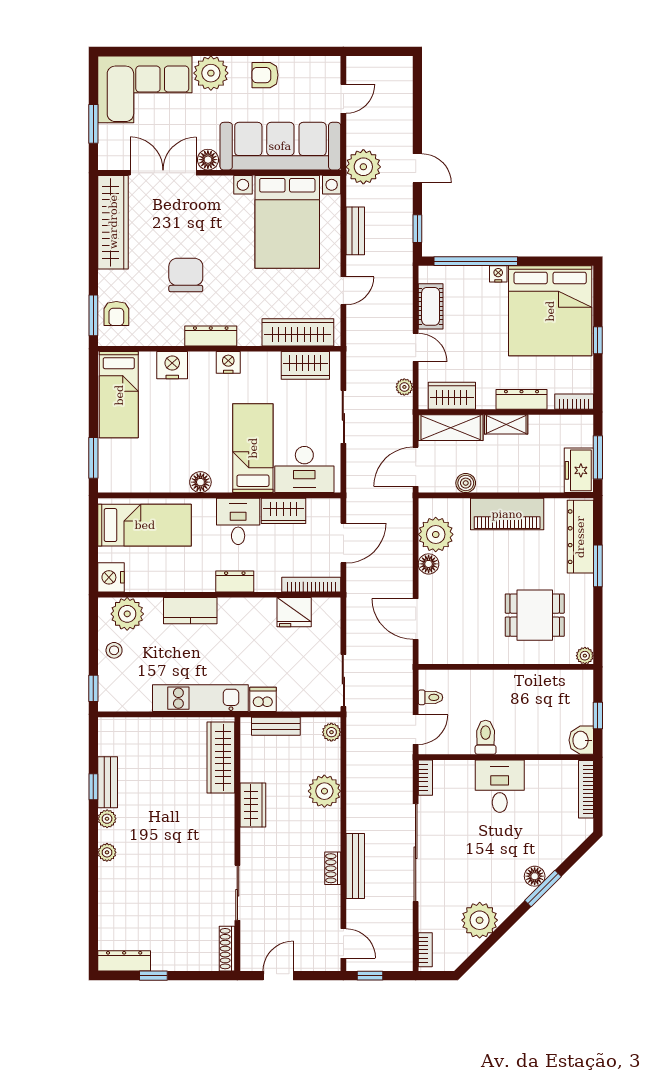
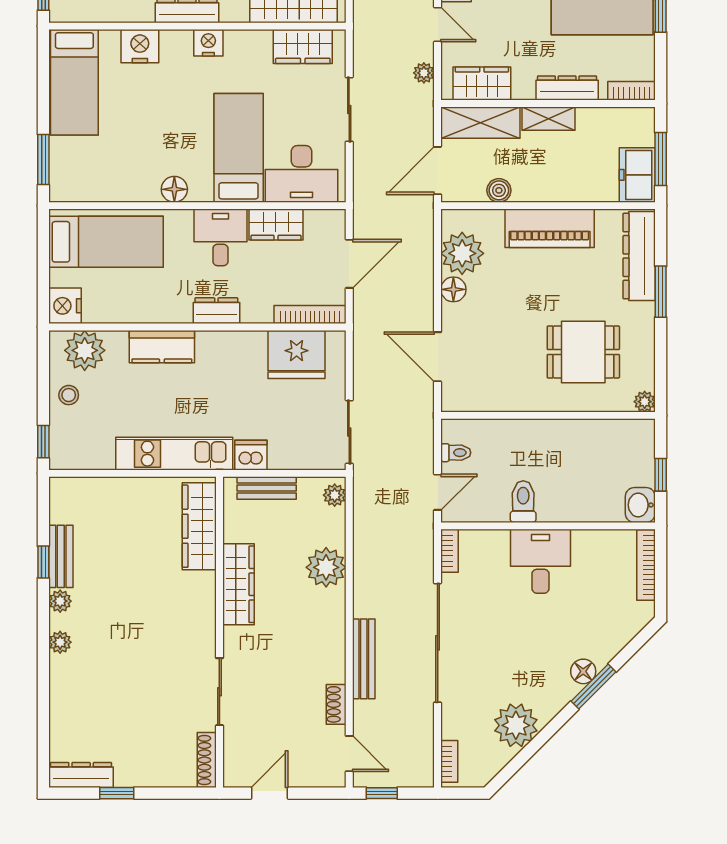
fridge: (294, 612) -> (297, 354), width x1.36, depth x1.34
wardrobe: (253, 805) -> (238, 584), width x1.50
shoe rack: (333, 868) -> (336, 704), moved

